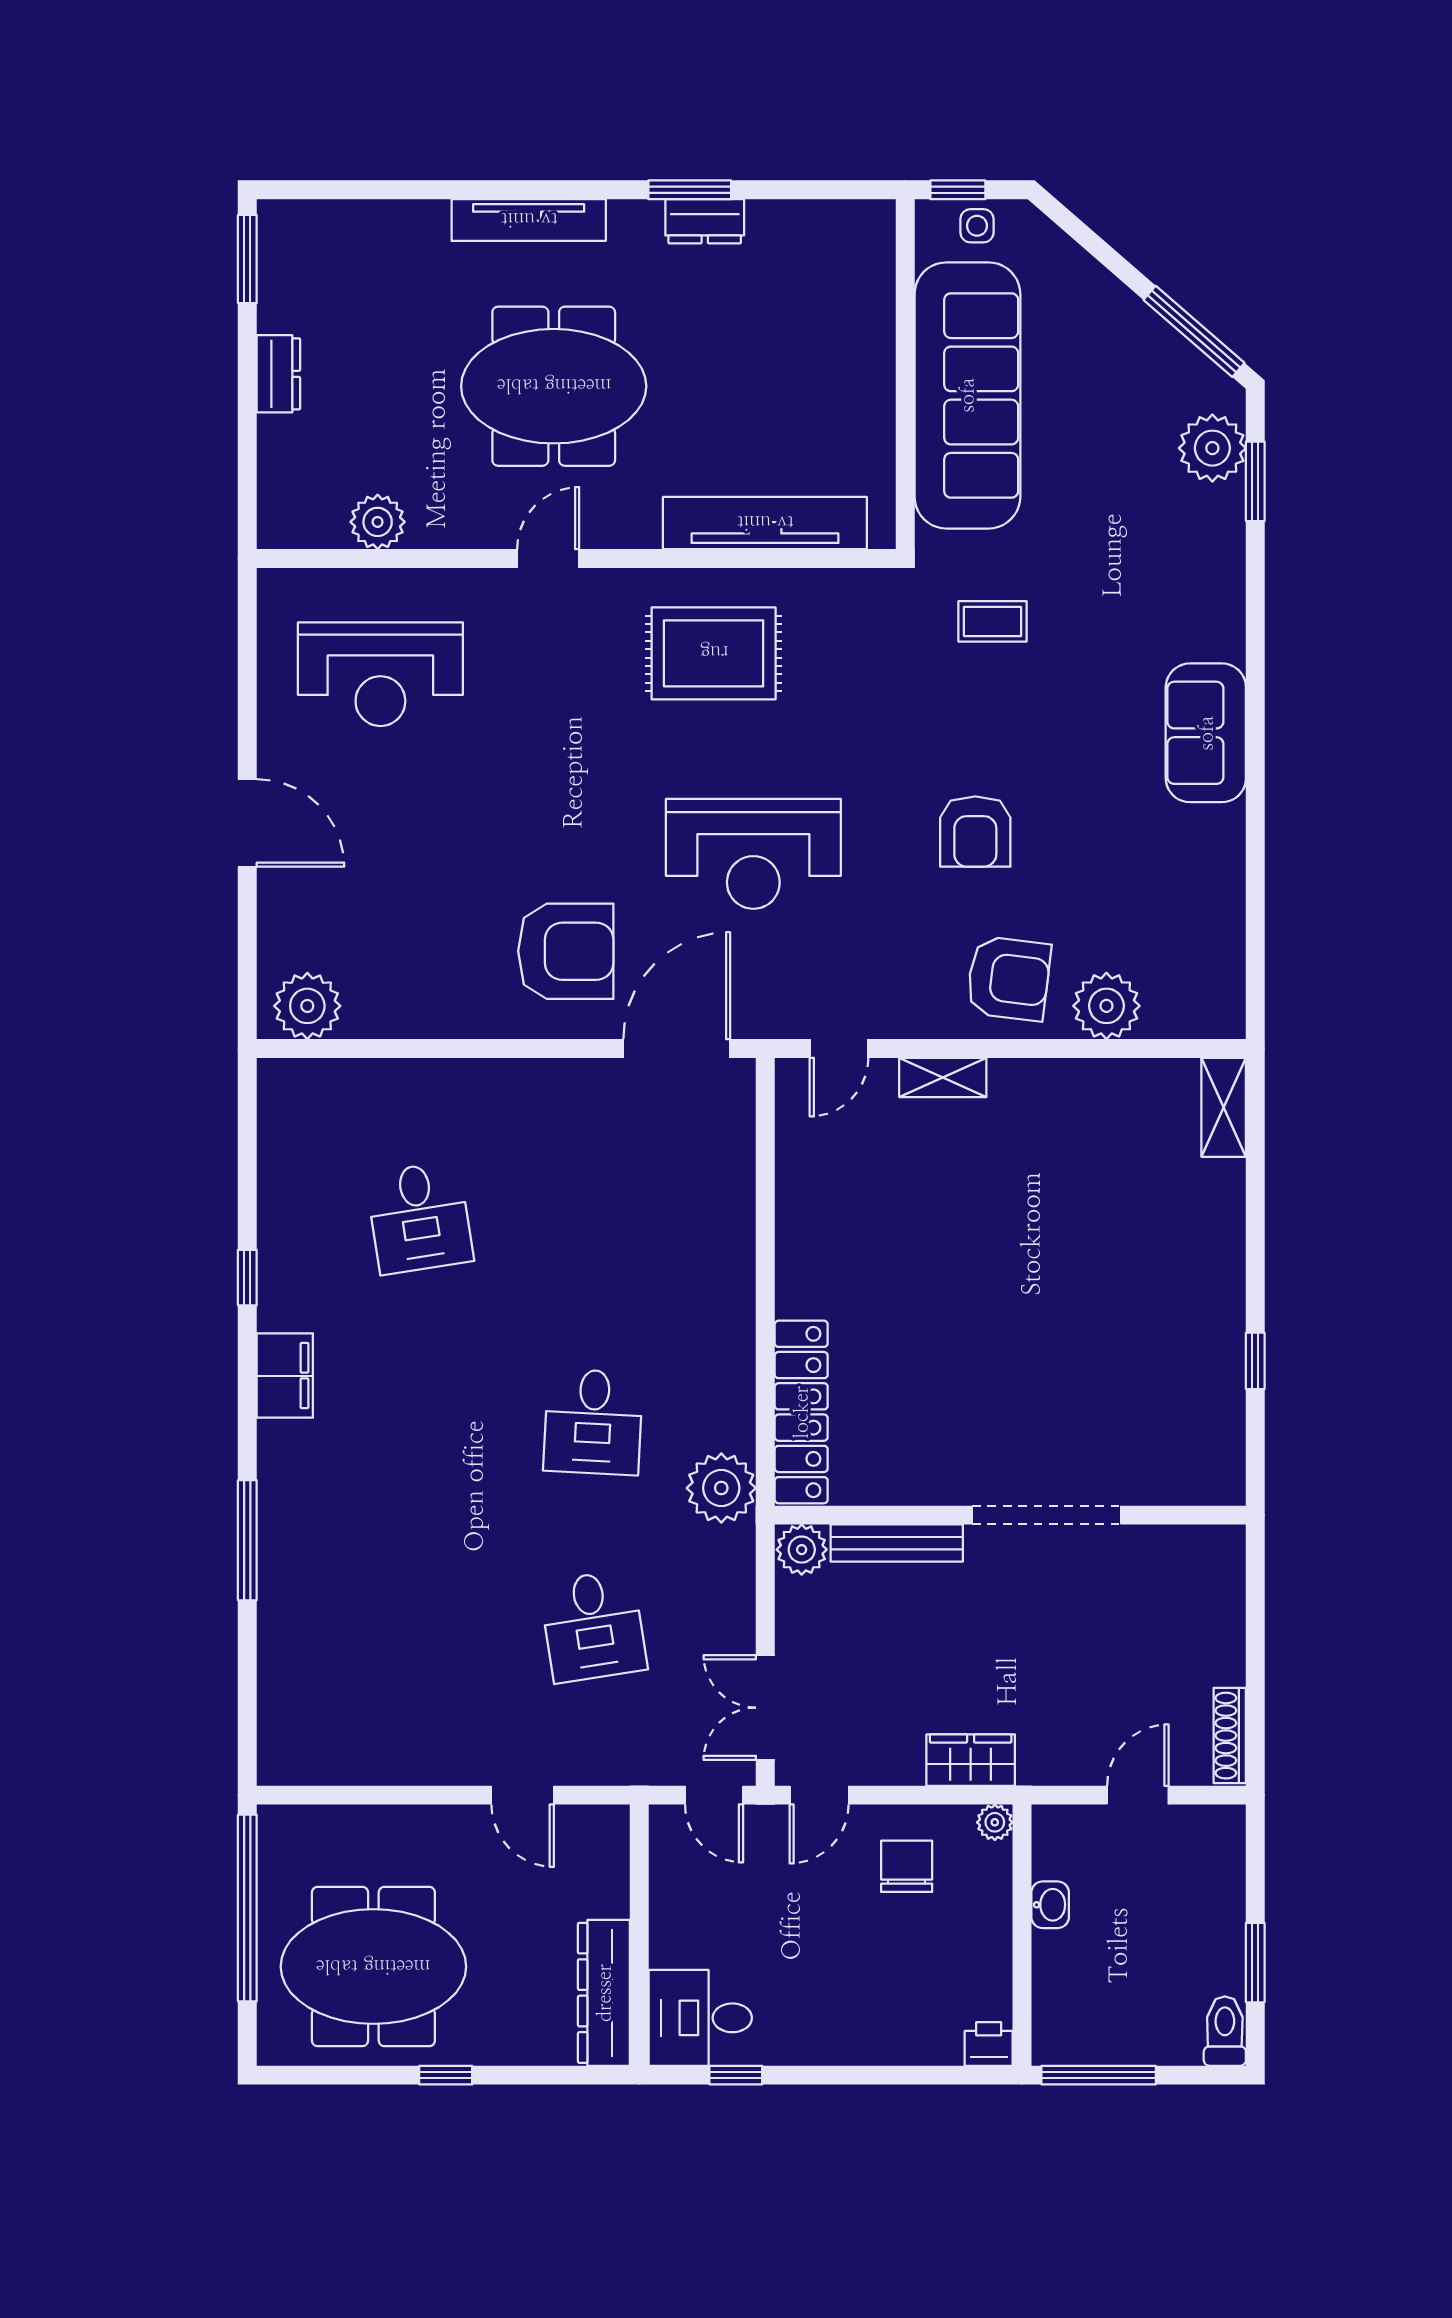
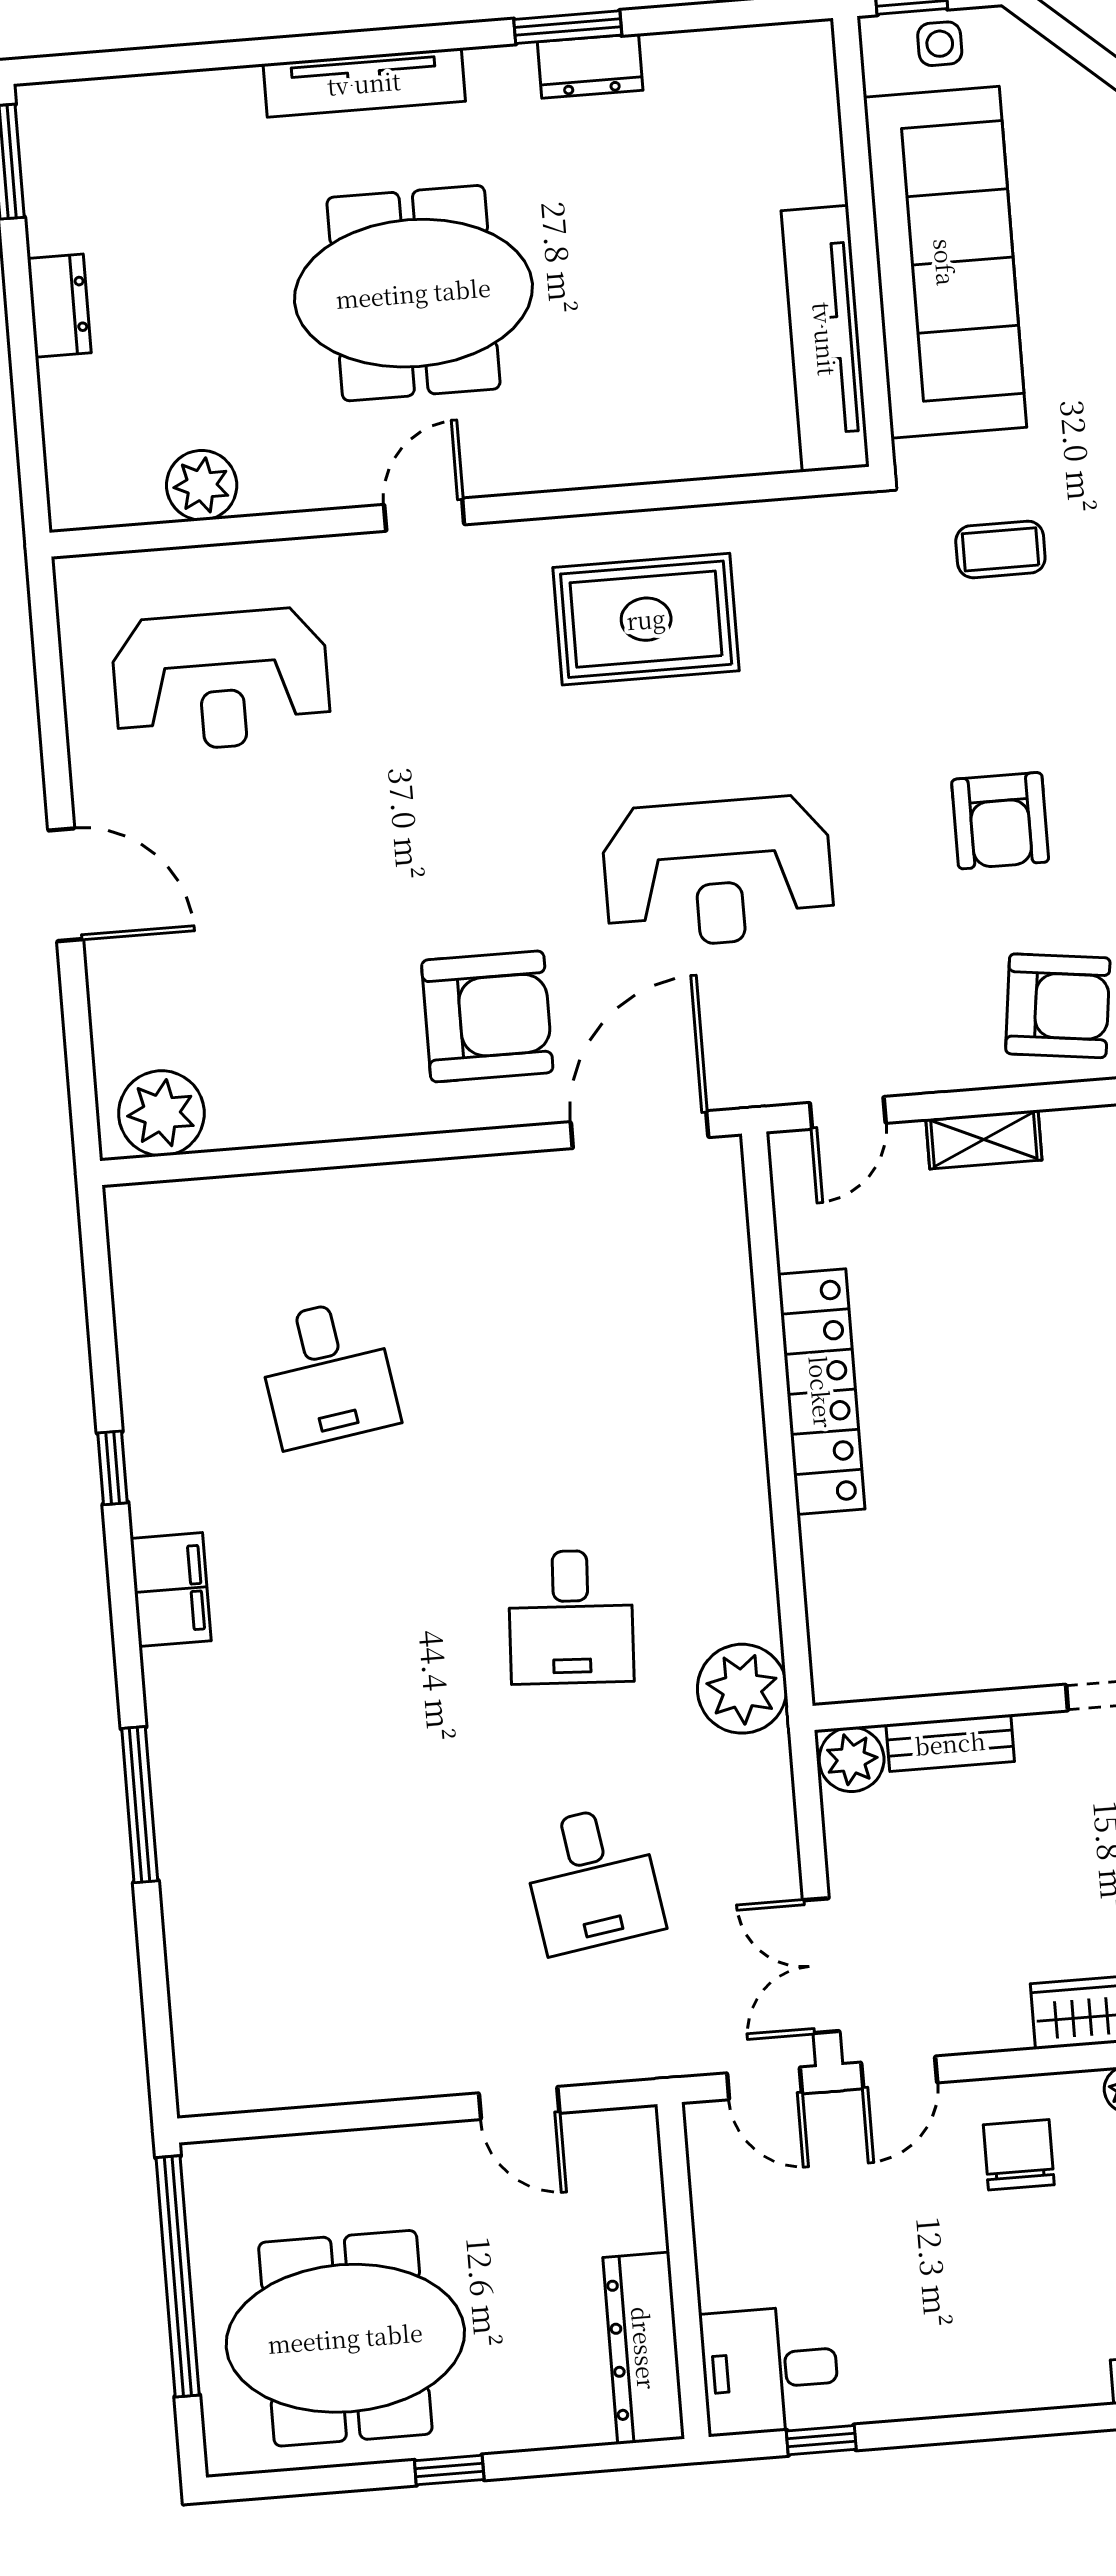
tv unit: (765, 523) -> (825, 339), moved, turned -90
locker: (801, 1412) -> (821, 1392), moved
bench: (897, 1543) -> (950, 1743), width x0.73

